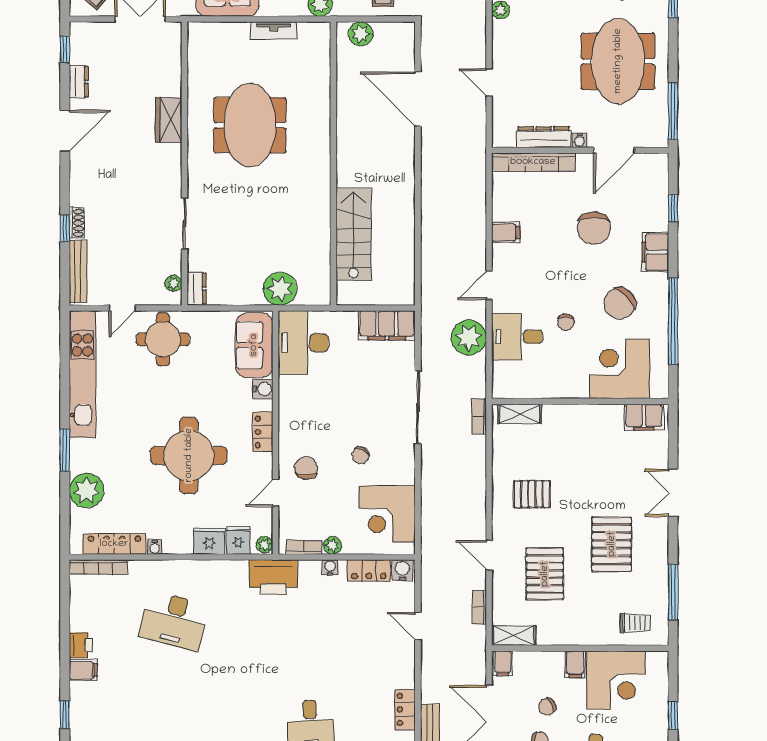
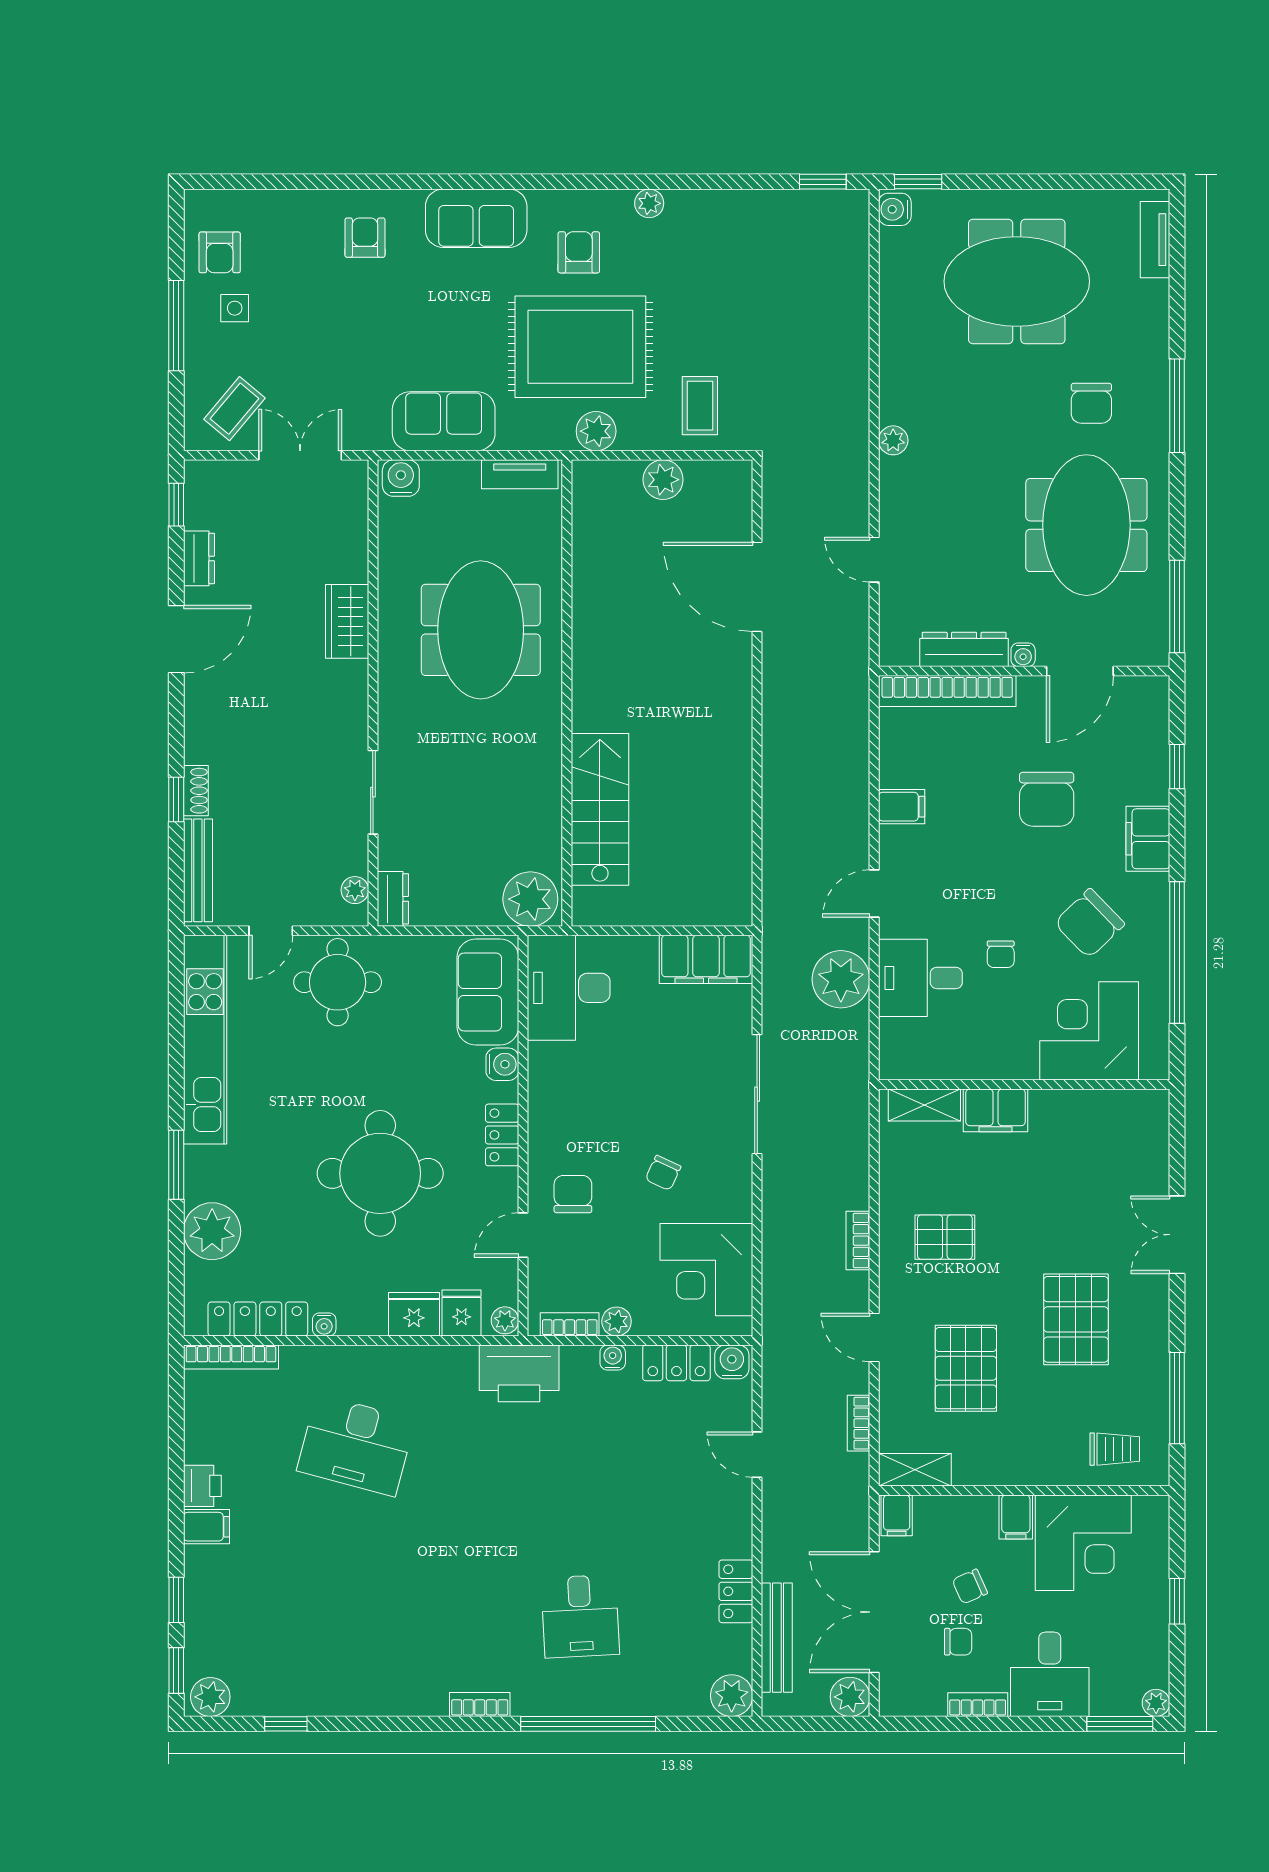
water cooler: (201, 33) -> (401, 478), added
wall: (333, 164) -> (567, 693), moved
stairs: (353, 234) -> (600, 809), moved
bookcase: (479, 417) -> (858, 1241), moved
filing cabinet: (644, 417) -> (996, 1110), moved

